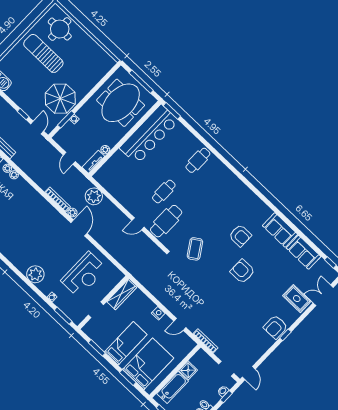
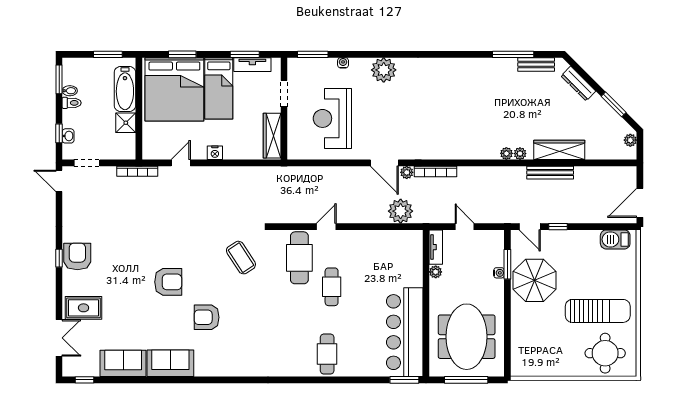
tv unit: (98, 339) -> (252, 65), added
bed: (148, 364) -> (174, 89), width x1.36

